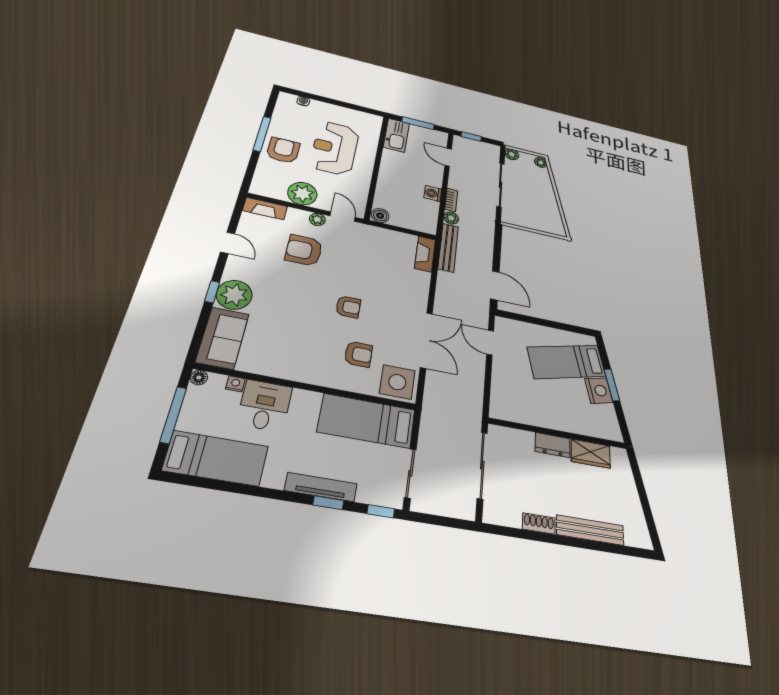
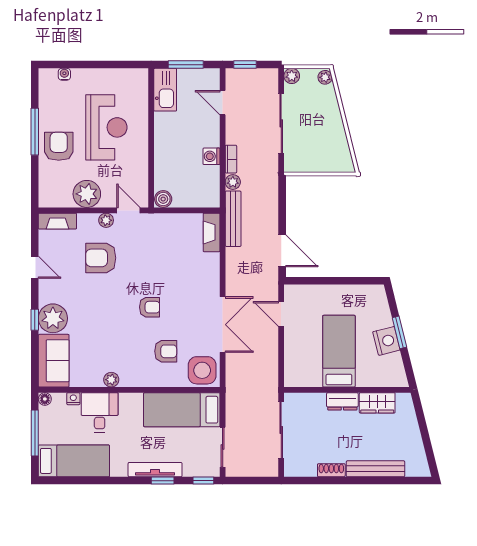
reception desk: (335, 148) -> (106, 127), turned 180
bed: (567, 362) -> (339, 351), moved, turned 104
plant: (288, 372) -> (111, 380), added

